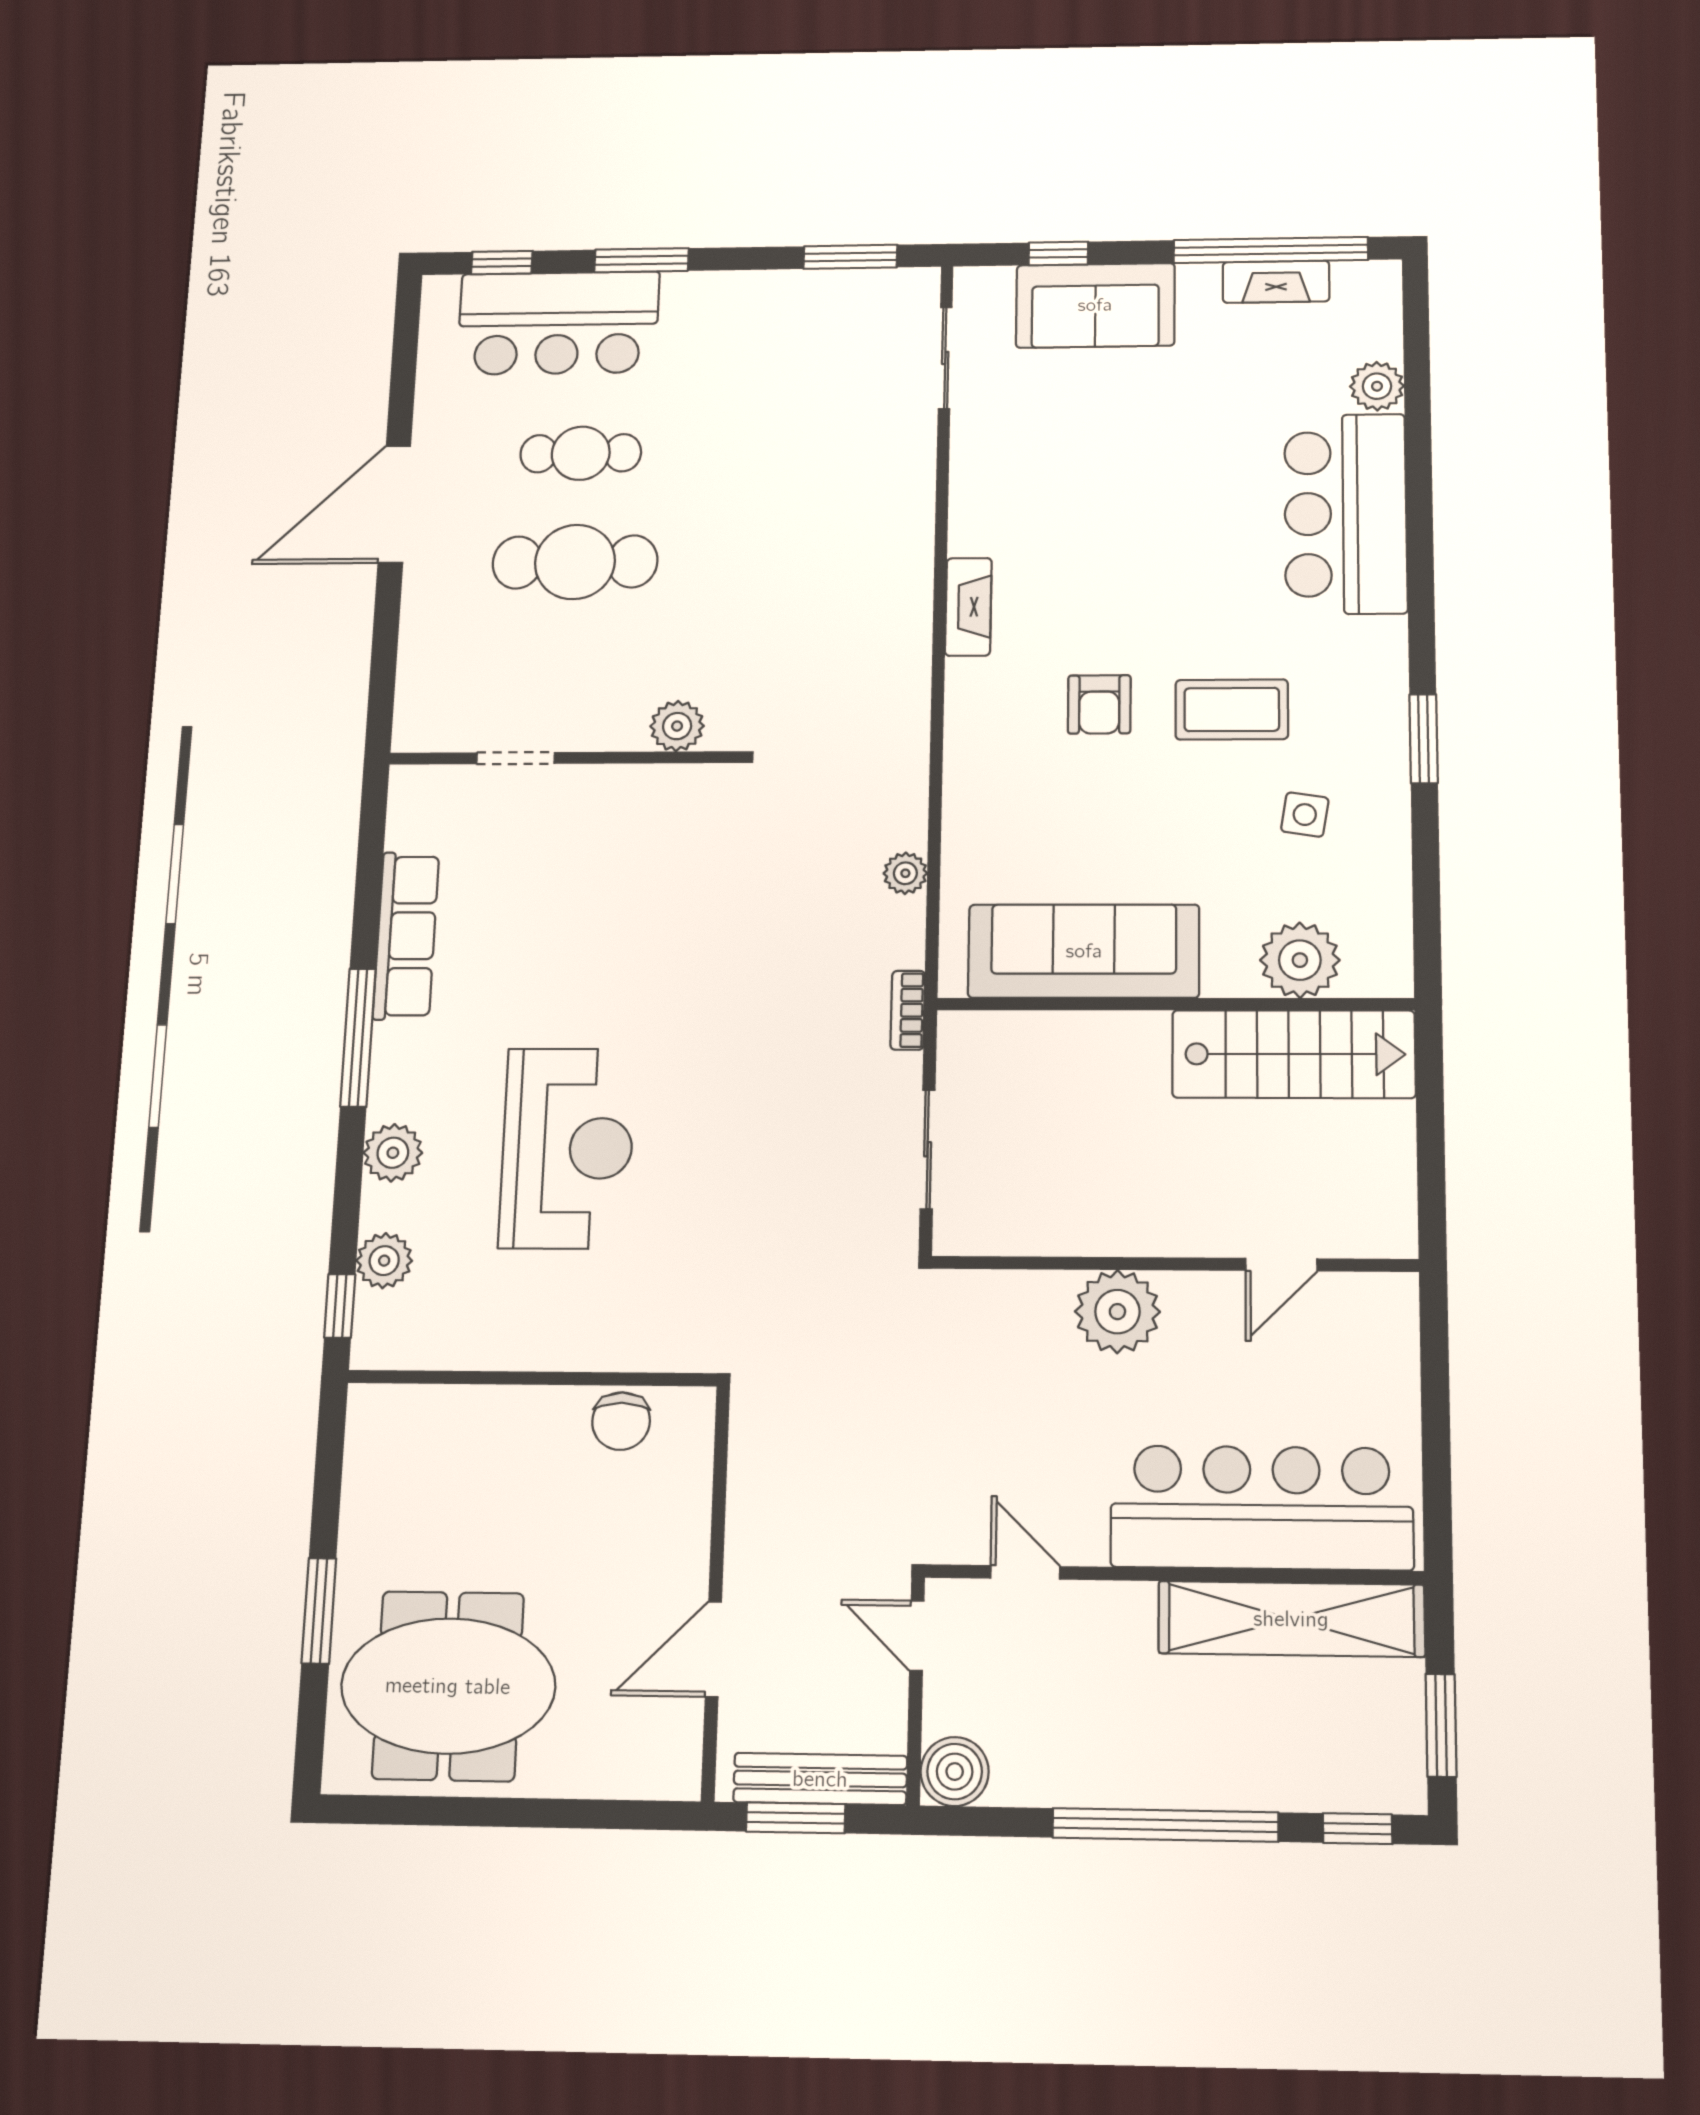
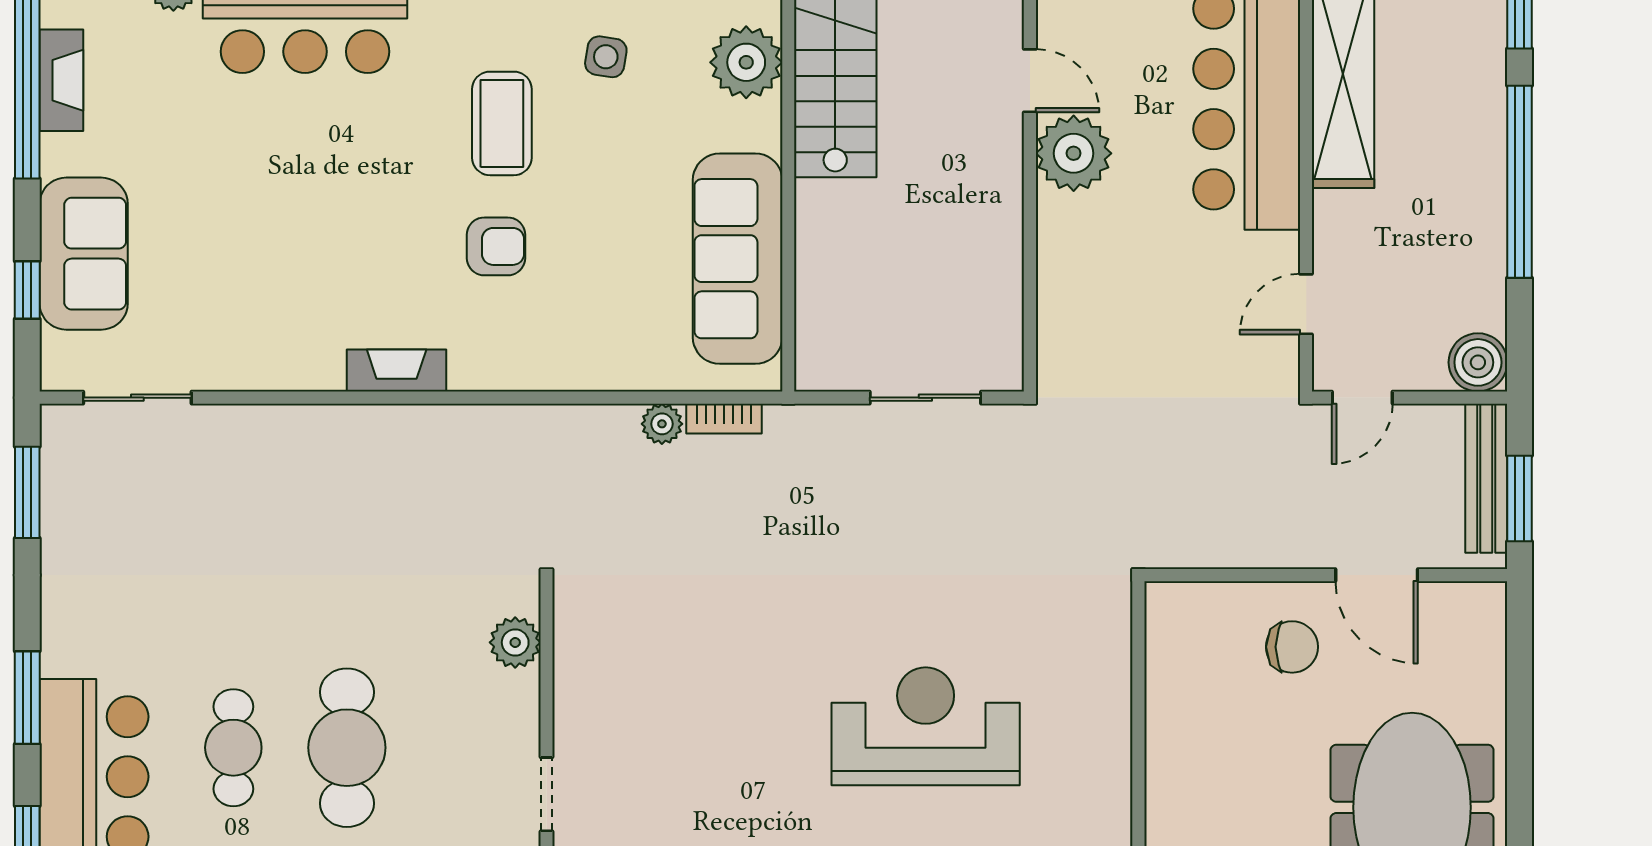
bookcase: (908, 1010) -> (724, 419), moved
plant: (1117, 1312) -> (1074, 153), moved
chair: (621, 1421) -> (1292, 647), moved

